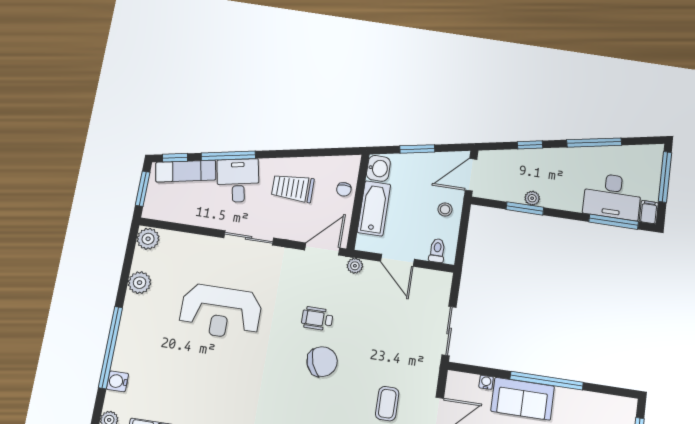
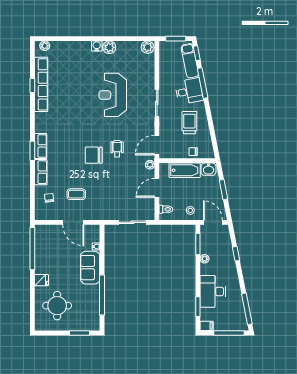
window: (594, 143) -> (247, 309), moved
desk: (612, 196) -> (213, 291), moved
window: (525, 208) -> (198, 244), moved
window: (614, 222) -> (198, 307), width x0.69
door: (322, 249) -> (157, 145), swing flipped
plant: (140, 283) -> (109, 47), moved
sliding door: (449, 331) -> (132, 222), moved
window: (110, 347) -> (84, 39), removed
chair: (322, 362) -> (94, 155), turned 111
water cooler: (117, 381) -> (97, 46), moved
window: (547, 381) -> (102, 295), moved

